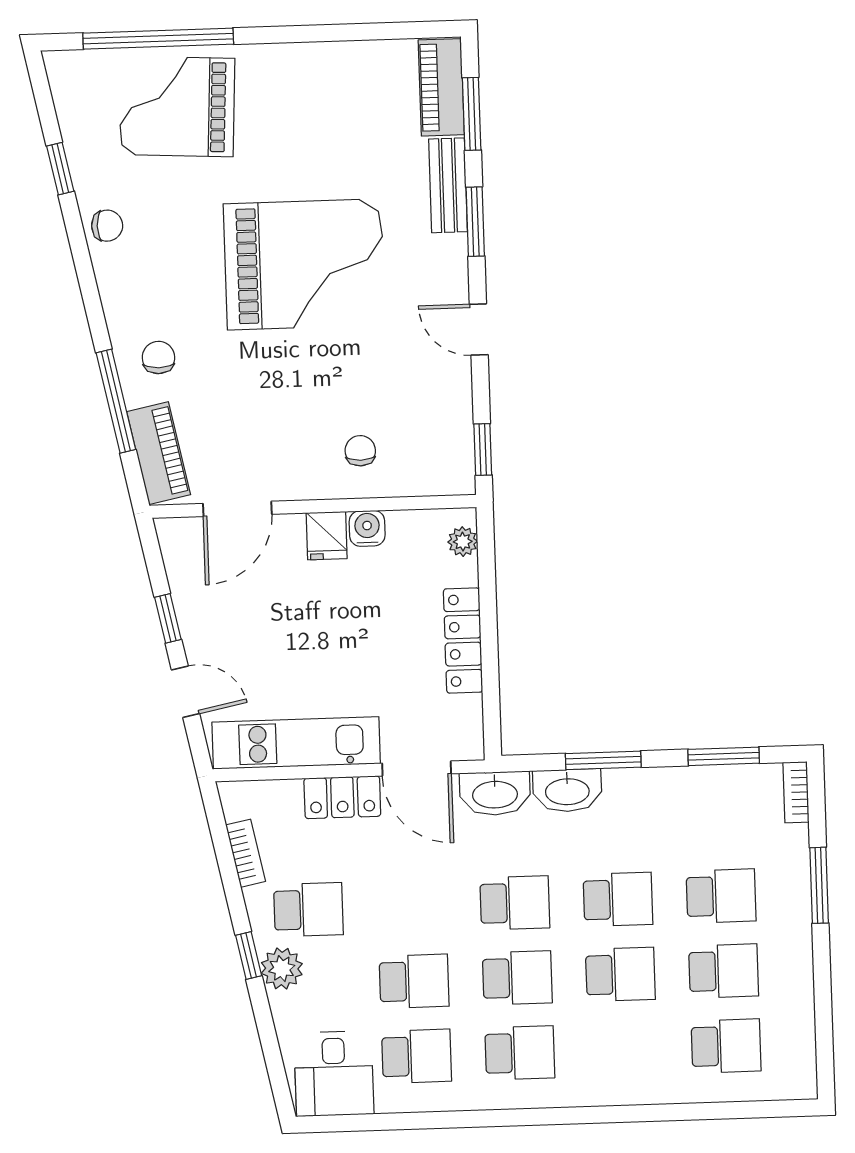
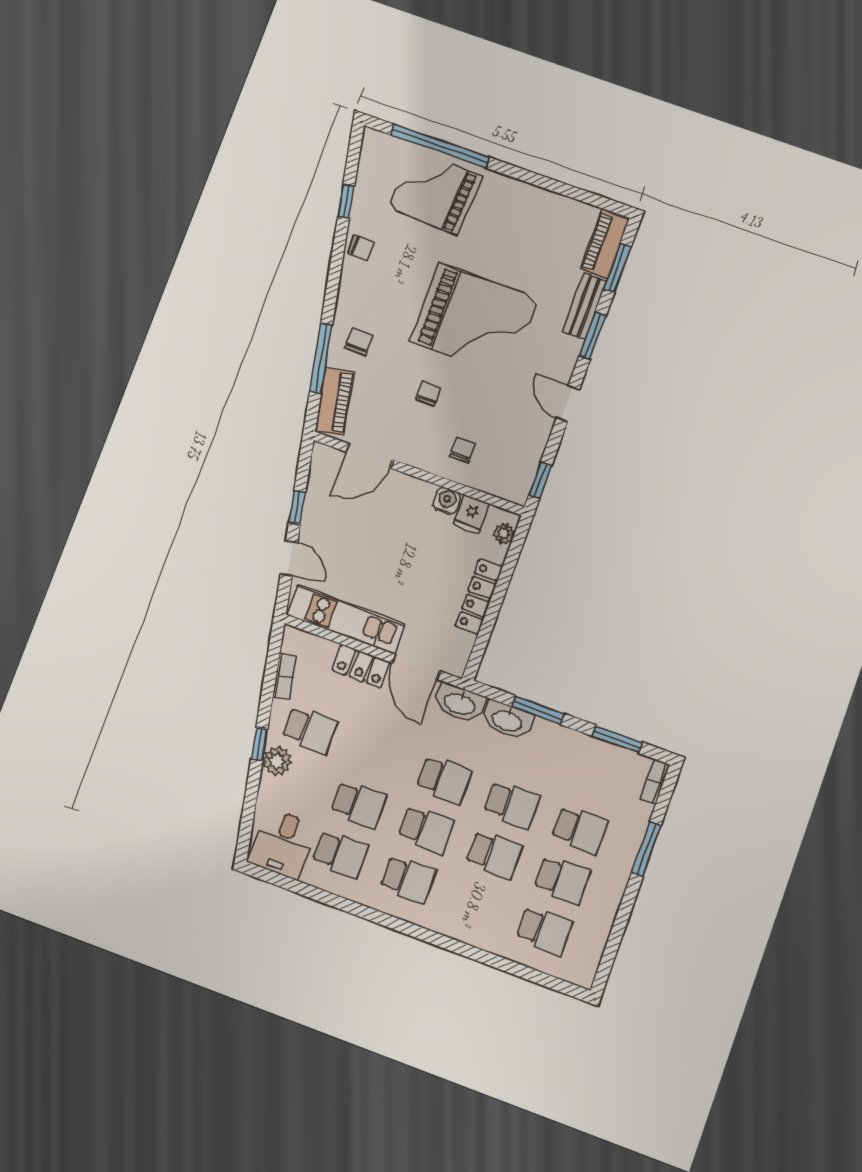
chair: (283, 392) -> (428, 394), added
fridge: (327, 536) -> (471, 514), moved

